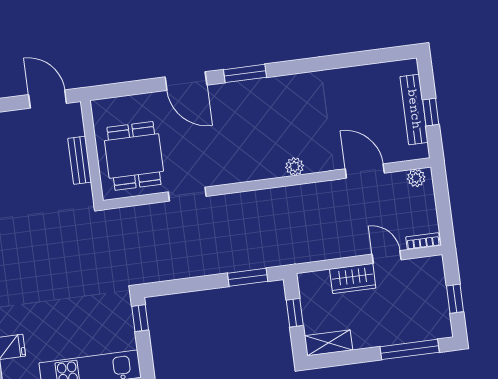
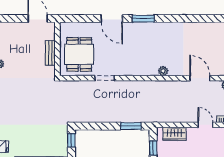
wardrobe: (353, 279) -> (174, 134), moved

